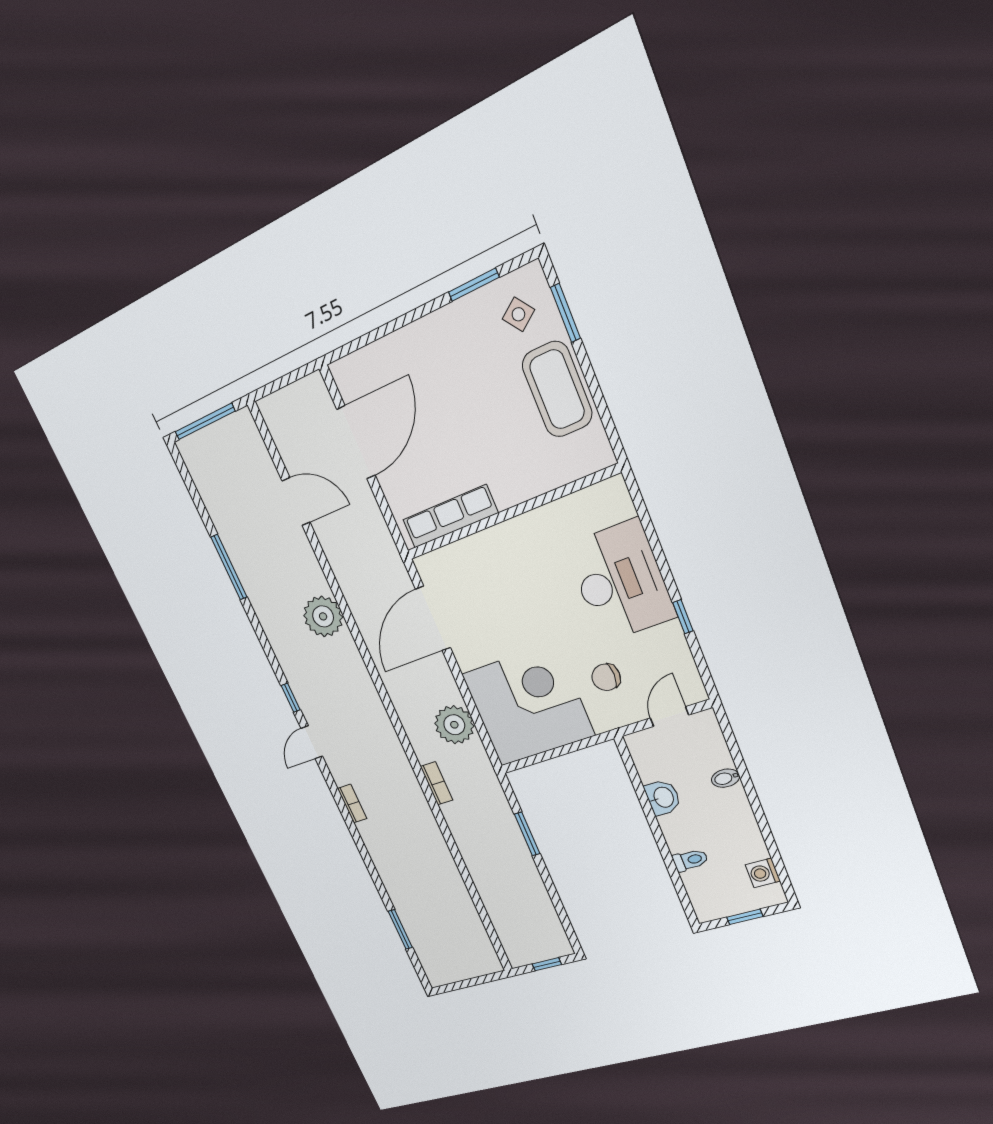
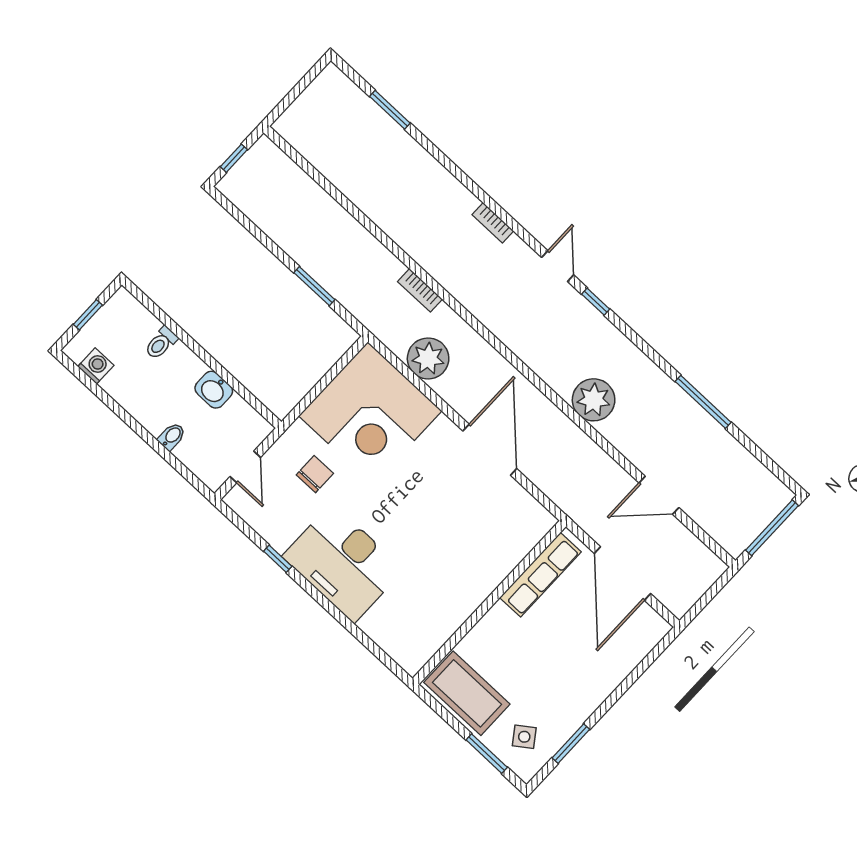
wall: (511, 513) -> (489, 603), moved
row of seats: (450, 516) -> (540, 575), moved

